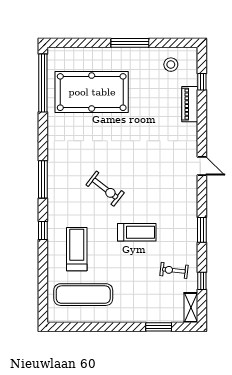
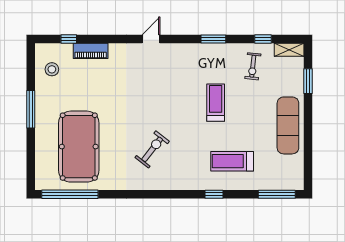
window: (43, 179) -> (277, 194), moved
exercise bike: (105, 189) -> (152, 149), moved
exercise mat: (83, 295) -> (288, 125), moved

